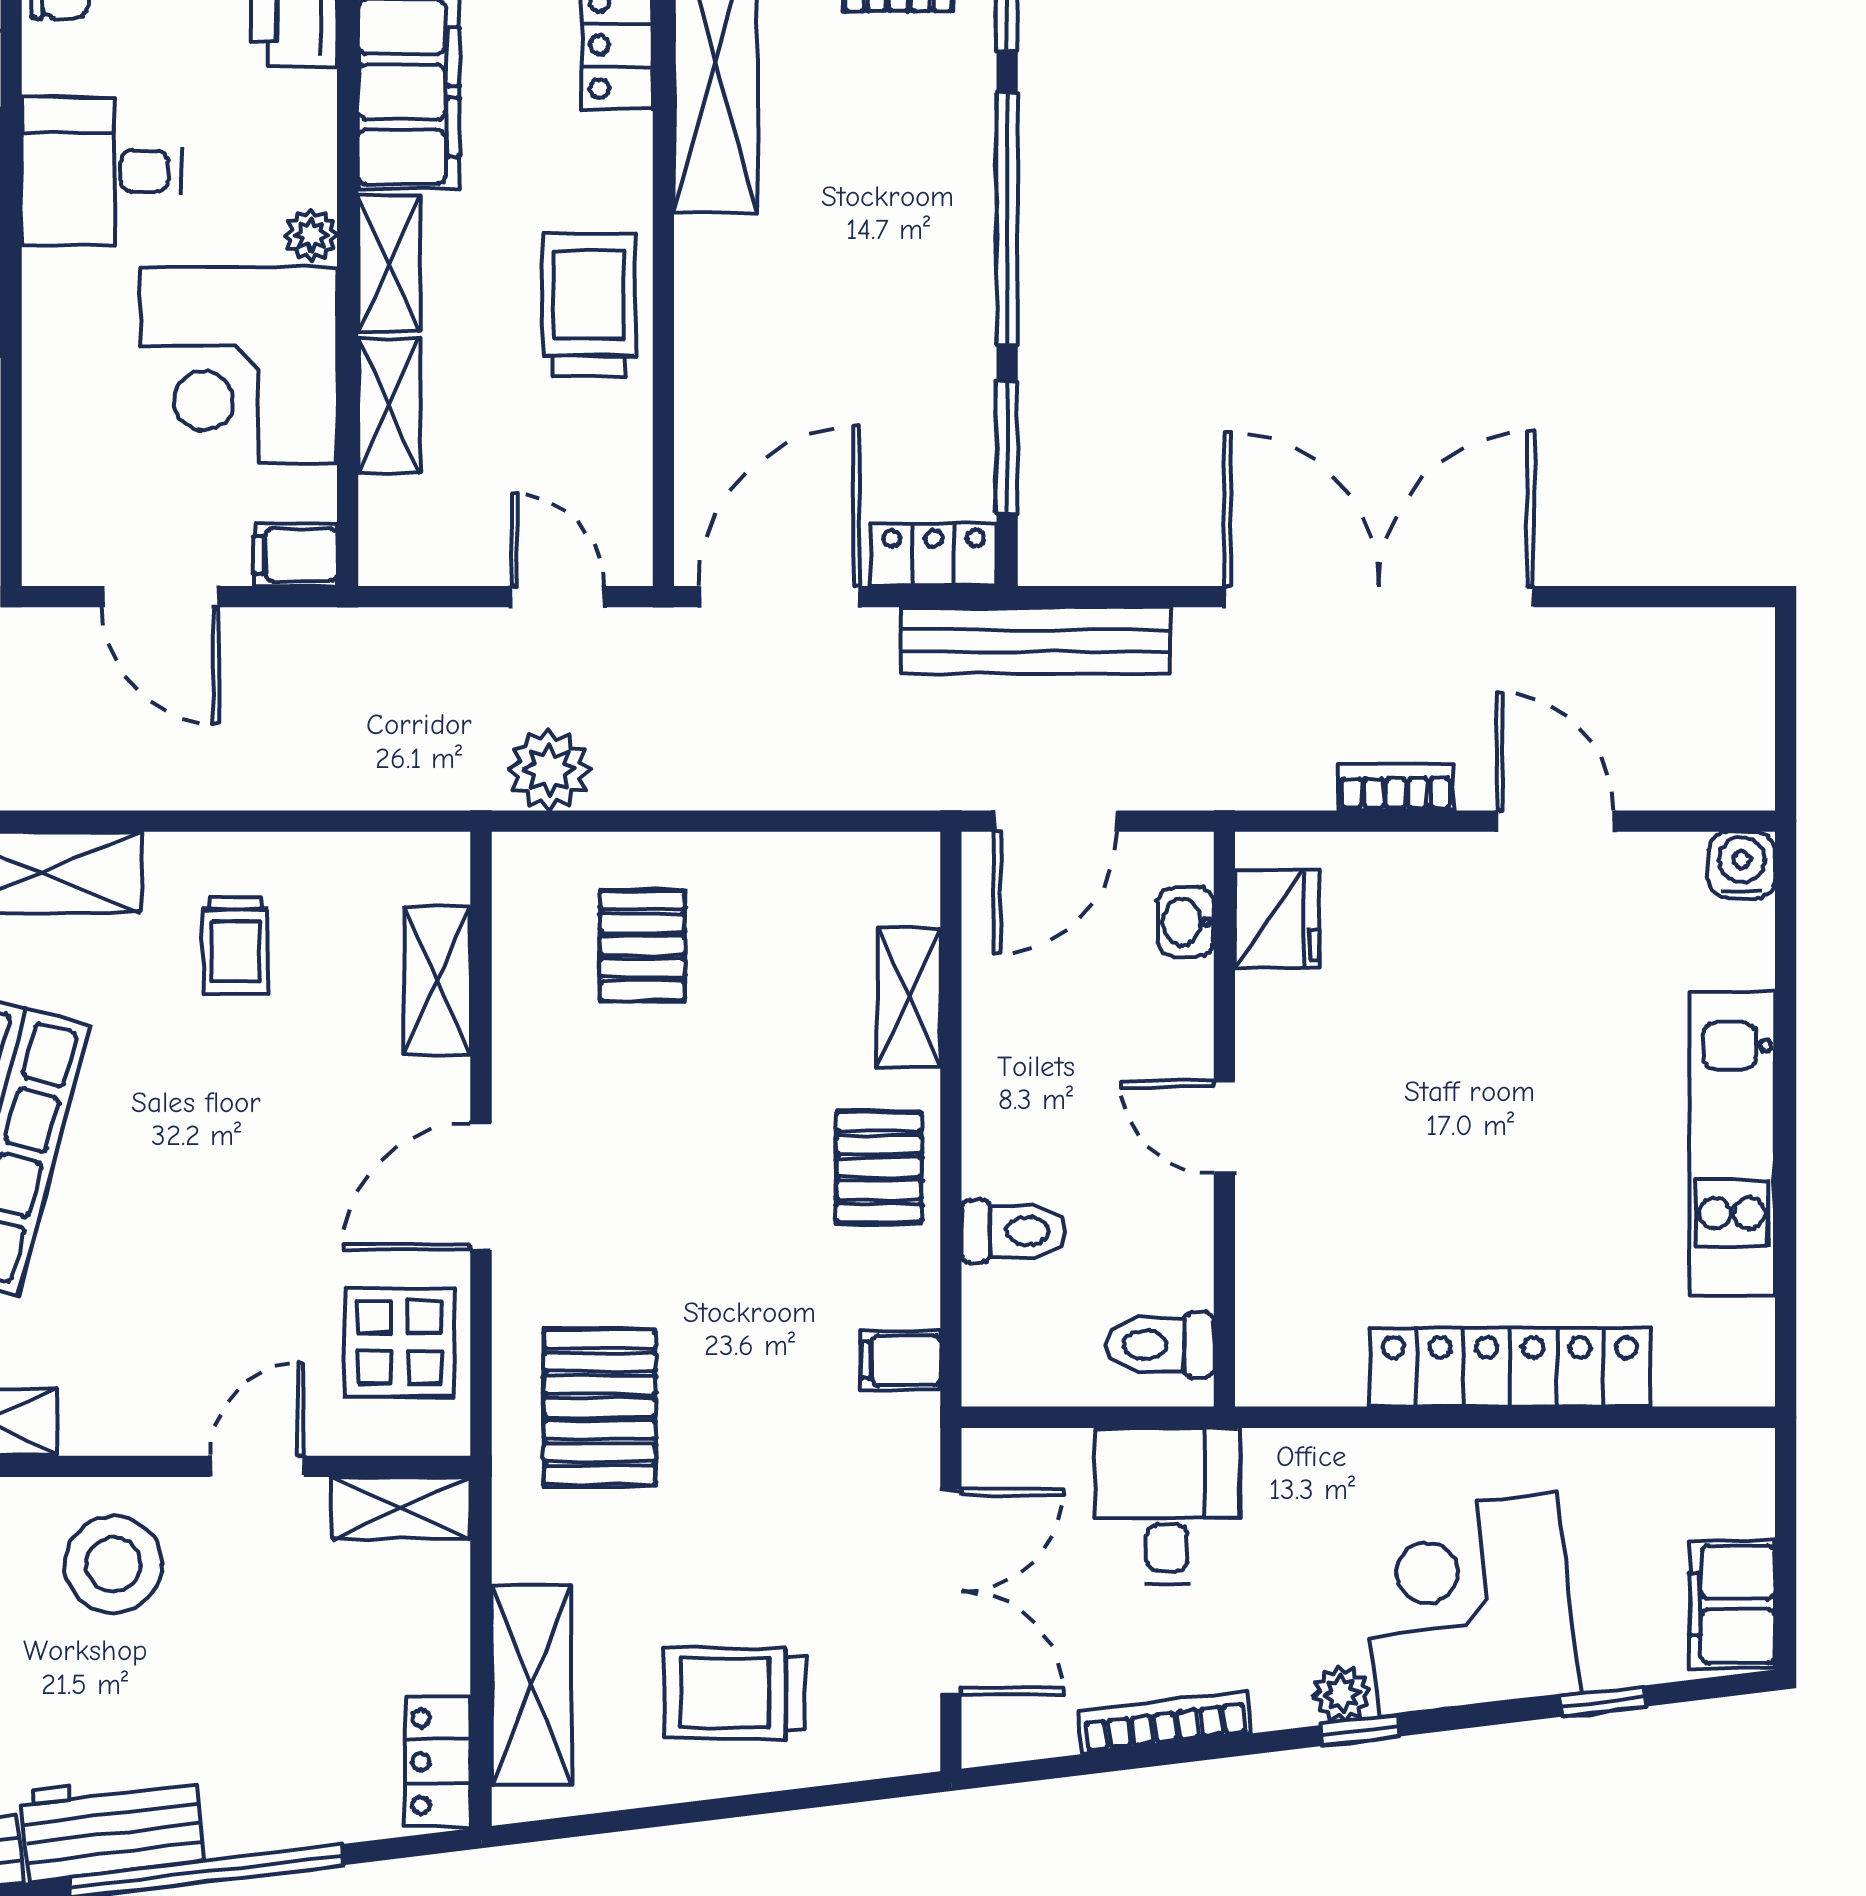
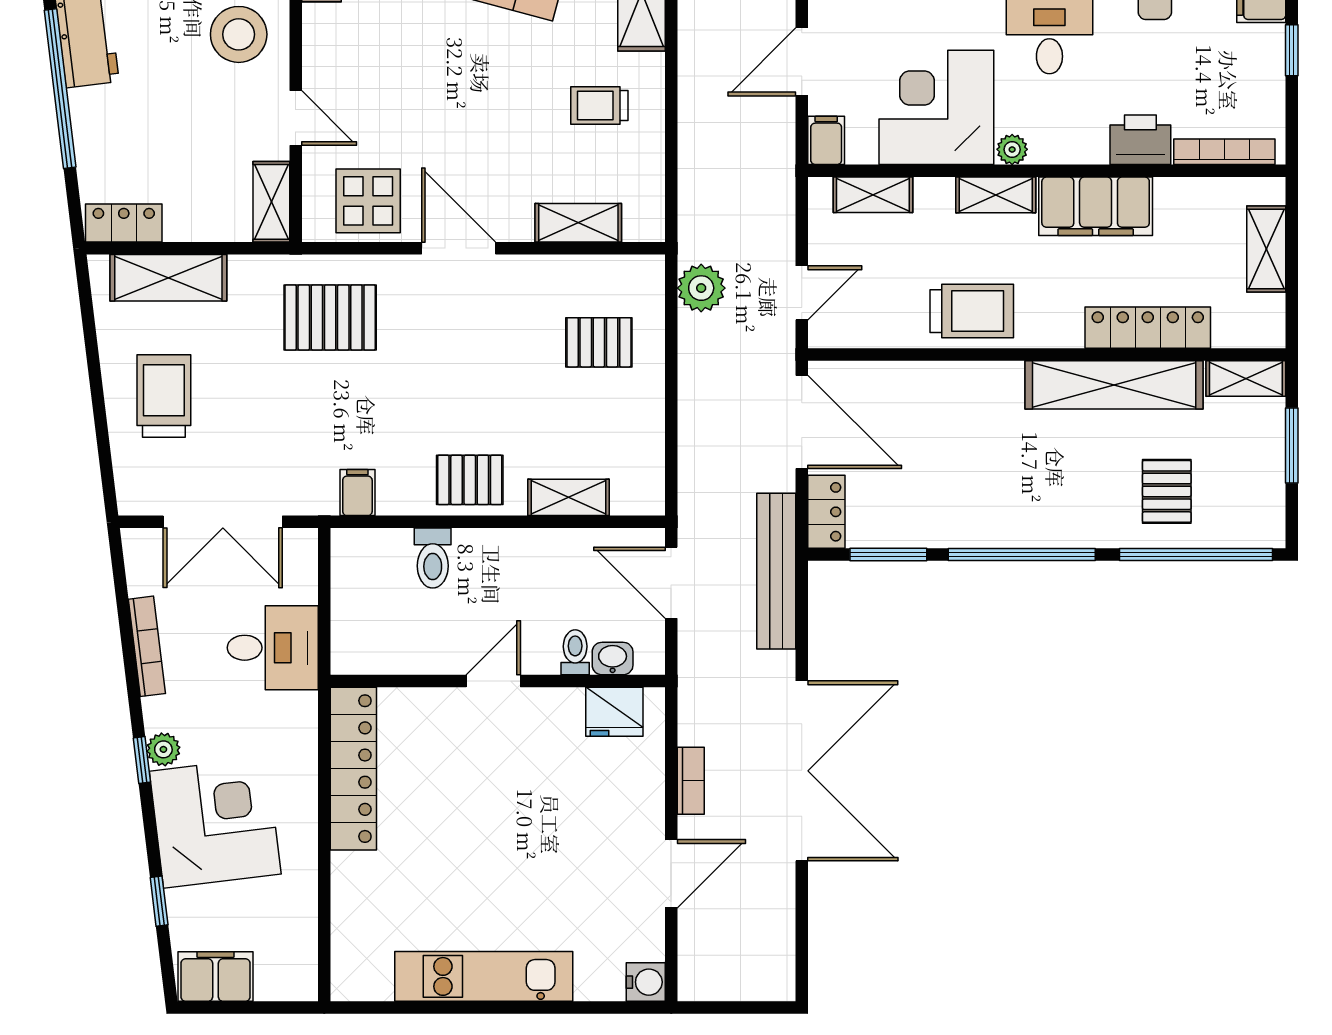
shelving: (389, 406) -> (873, 195), moved
toilet: (1160, 1345) -> (575, 652), moved, width x0.73, depth x0.72
locker: (1510, 1367) -> (353, 769), moved

